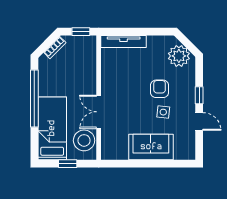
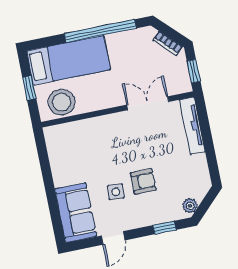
plant: (179, 56) -> (190, 206), width x0.53, depth x0.53
window: (199, 95) -> (164, 228), moved
double door: (99, 112) -> (148, 103), moved
sofa: (151, 147) -> (76, 213), moved

